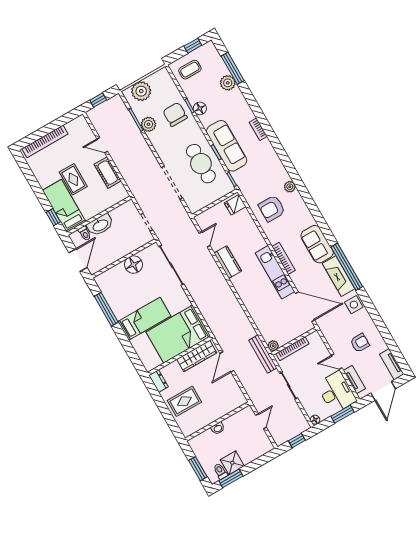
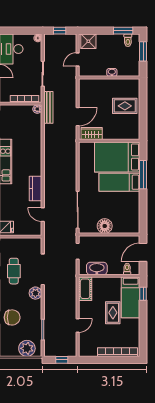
chair: (175, 114) -> (12, 317), turned -90
plant: (149, 124) -> (35, 293), moved
door: (102, 145) -> (78, 325), hinge flipped
cafe table: (201, 164) -> (14, 271), width x0.73, depth x0.74
cot: (108, 173) -> (85, 289), moved
washbasin: (100, 225) -> (97, 268), moved
door: (205, 239) -> (43, 215), hinge flipped
window: (106, 309) -> (143, 175), moved
bed: (178, 334) -> (117, 157), moved, turned 180
wardrobe: (197, 356) -> (92, 133), width x0.67
dresser: (159, 381) -> (135, 131), removed
window: (342, 414) -> (16, 31), removed
shower: (232, 463) -> (88, 41), moved

